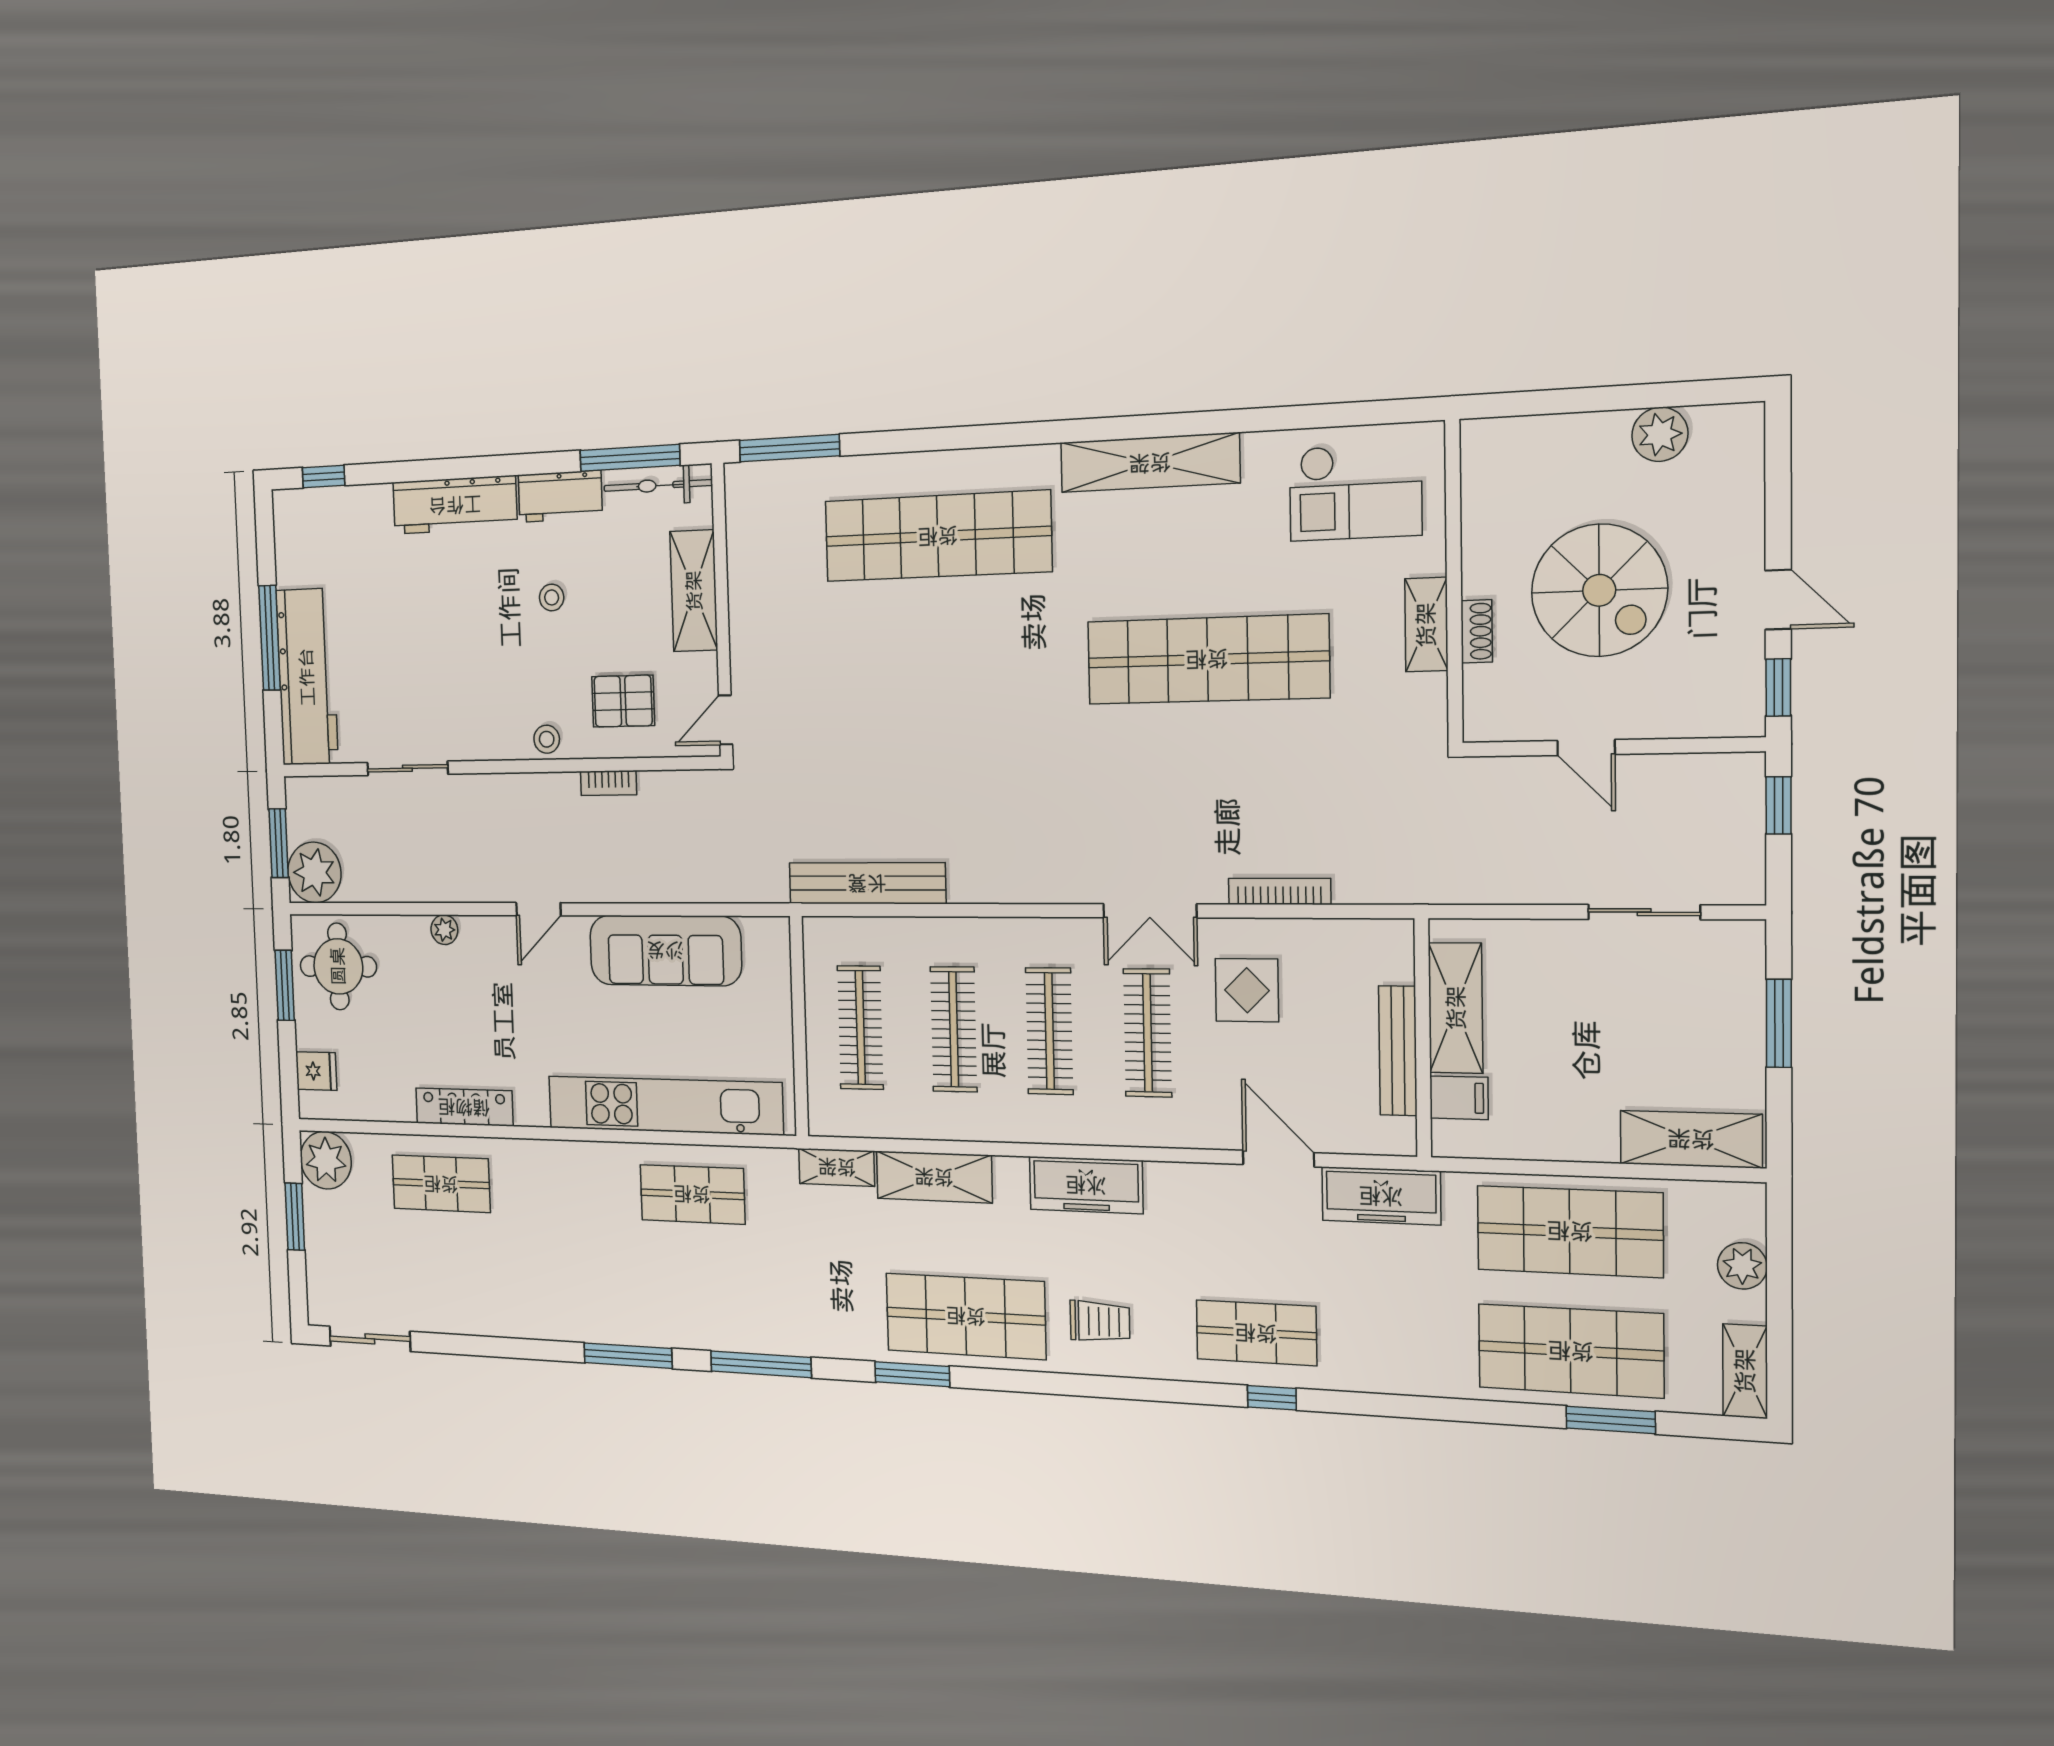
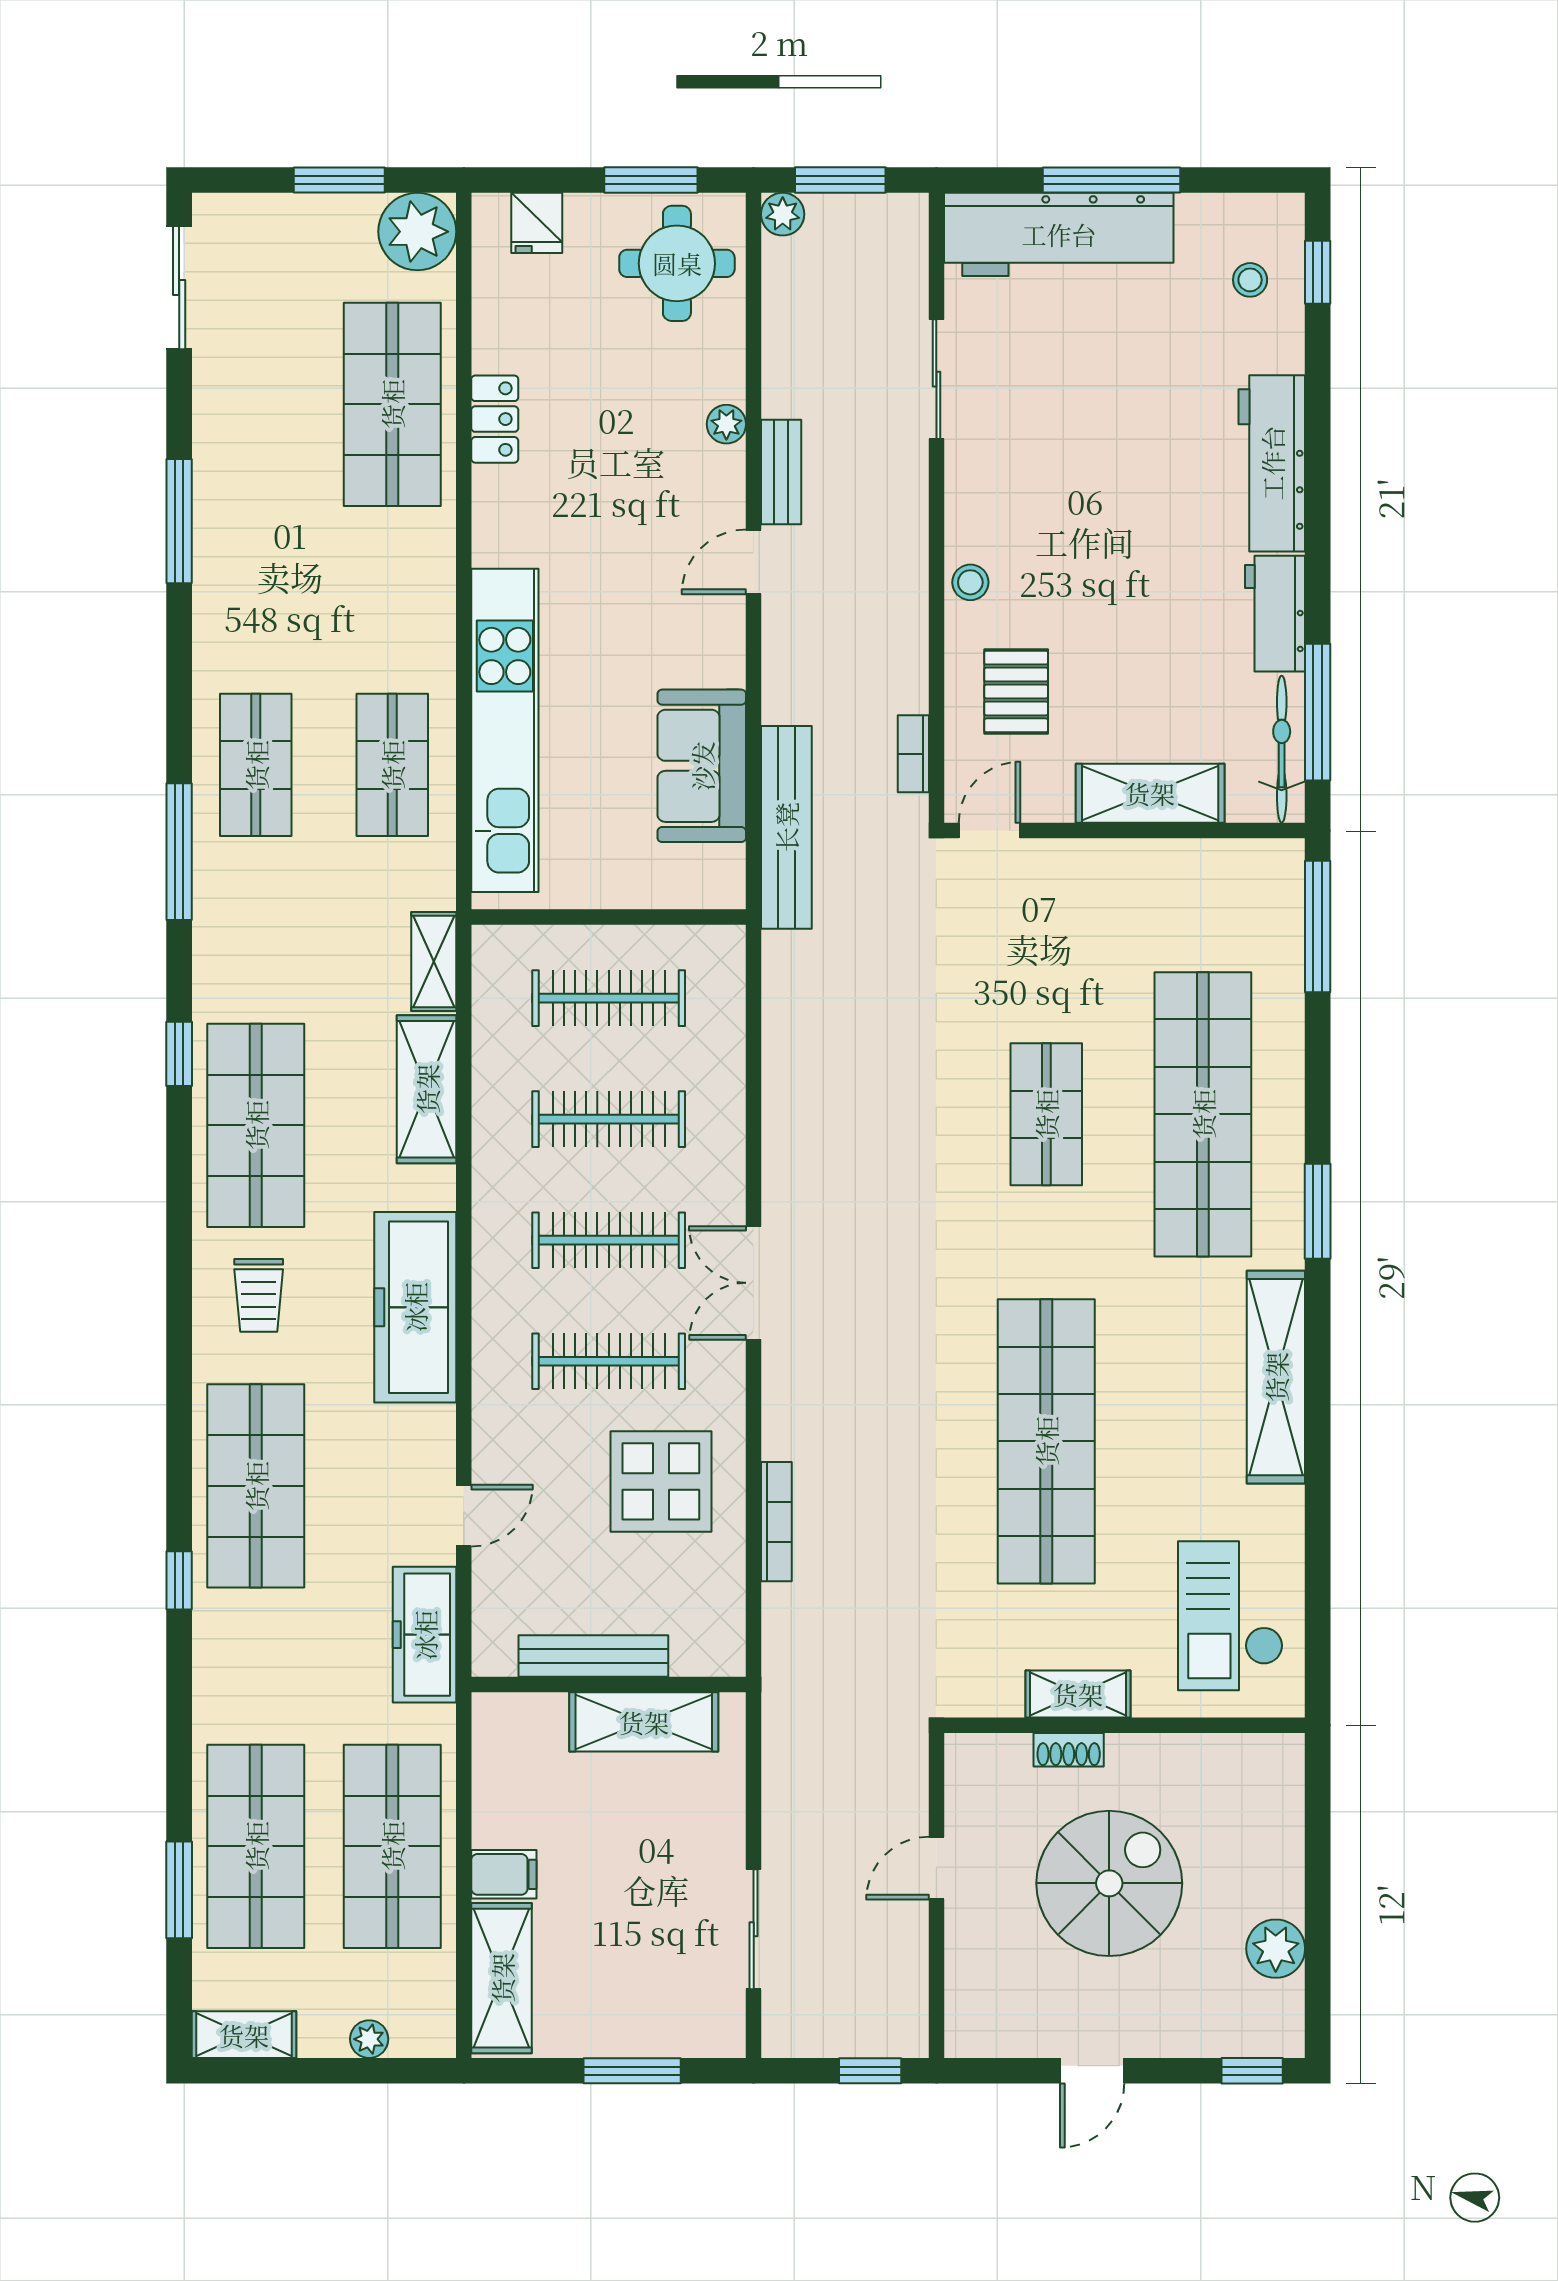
window: (1013, 435) -> (1318, 1211), added
spiral stairs: (1599, 590) -> (1109, 1883), turned 180
stool: (552, 597) -> (1250, 280), moved
shop shelf: (941, 667) -> (1046, 1114), added
window: (1778, 687) -> (1252, 2071), moved
door: (725, 720) -> (989, 831), hinge flipped
bookcase: (609, 783) -> (913, 754), moved
plant: (314, 872) -> (783, 214), width x0.53, depth x0.53
bench: (867, 883) -> (786, 827), moved
bench: (475, 888) -> (781, 472), added
door: (538, 909) -> (754, 562), hinge flipped
double door: (1150, 911) -> (754, 1283), moved
sofa: (665, 950) -> (702, 766), width x0.73
display table: (1247, 990) -> (661, 1481), width x1.36, depth x1.36
filing cabinet: (1459, 1098) -> (504, 1874), moved, turned -90
locker: (464, 1107) -> (495, 419), width x0.66
door: (1278, 1159) -> (464, 1516), width x0.73
shop shelf: (441, 1184) -> (392, 404), width x1.43, depth x1.36
freezer: (1086, 1185) -> (415, 1307), width x1.36, depth x1.26
plant: (1742, 1266) -> (369, 2039), width x0.73, depth x0.73
shop shelf: (696, 1301) -> (256, 765), added
shop shelf: (1256, 1333) -> (256, 1486), width x1.43, depth x1.36
window: (628, 1356) -> (179, 521), moved
window: (912, 1374) -> (179, 1054), width x0.67
window: (1272, 1398) -> (179, 1580), moved

